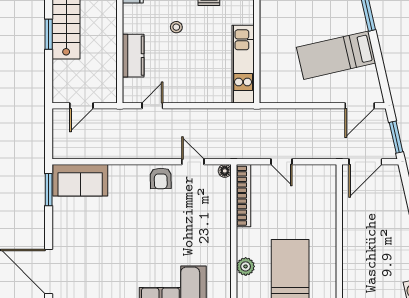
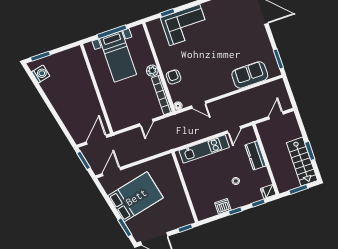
bed: (336, 55) -> (136, 197), width x1.50
kitchen unit: (243, 64) -> (204, 149), moved, turned 90
door: (281, 162) -> (146, 123), swing flipped
armchair: (161, 178) -> (174, 77), moved
sofa: (80, 180) -> (250, 75), moved
plant: (246, 266) -> (152, 71), moved

